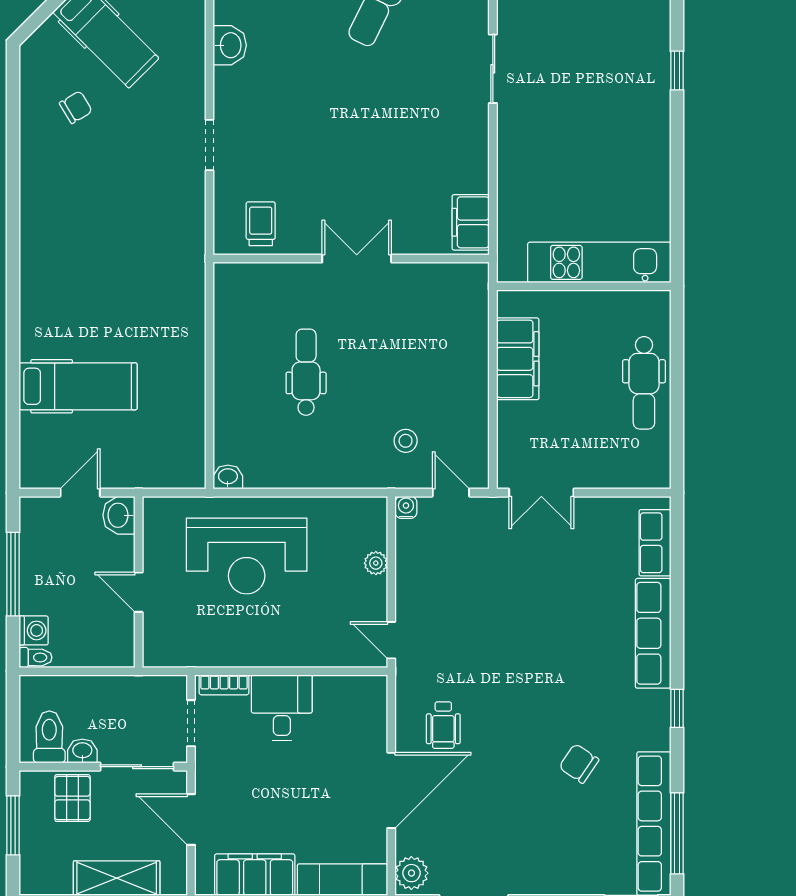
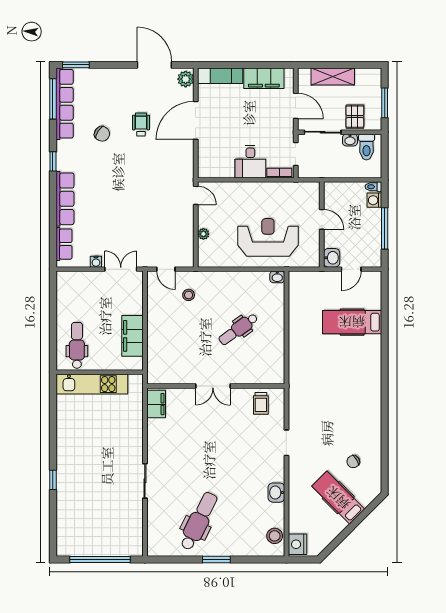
dental chair: (306, 372) -> (238, 329), turned 54
dental chair: (644, 383) -> (77, 345), moved
water cooler: (406, 507) -> (96, 262), moved
wheelchair: (443, 725) -> (141, 124), moved

